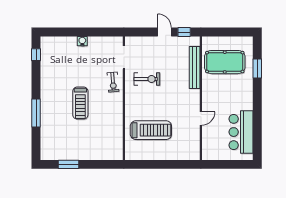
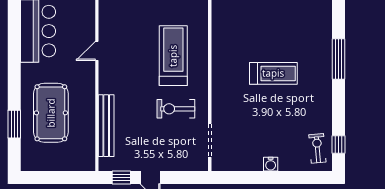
pool table: (225, 62) -> (51, 113), moved, turned 90
exercise bike: (113, 82) -> (317, 148), moved
treadmill: (80, 103) -> (273, 73), turned 90
treadmill: (151, 130) -> (173, 56), moved, turned 90

